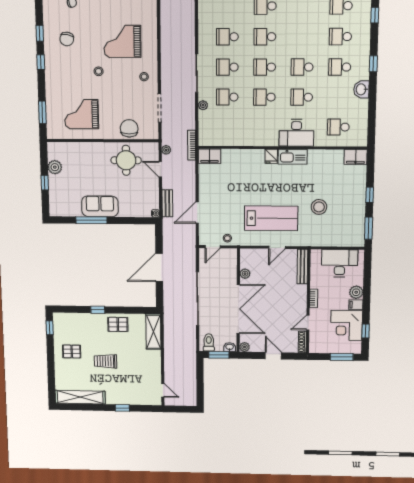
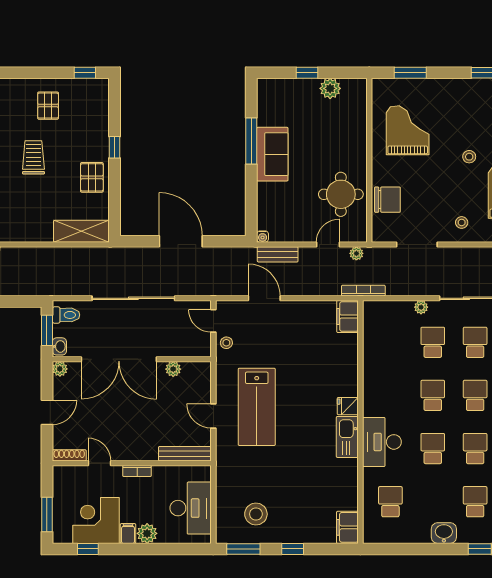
stool: (319, 207) -> (256, 514), moved

